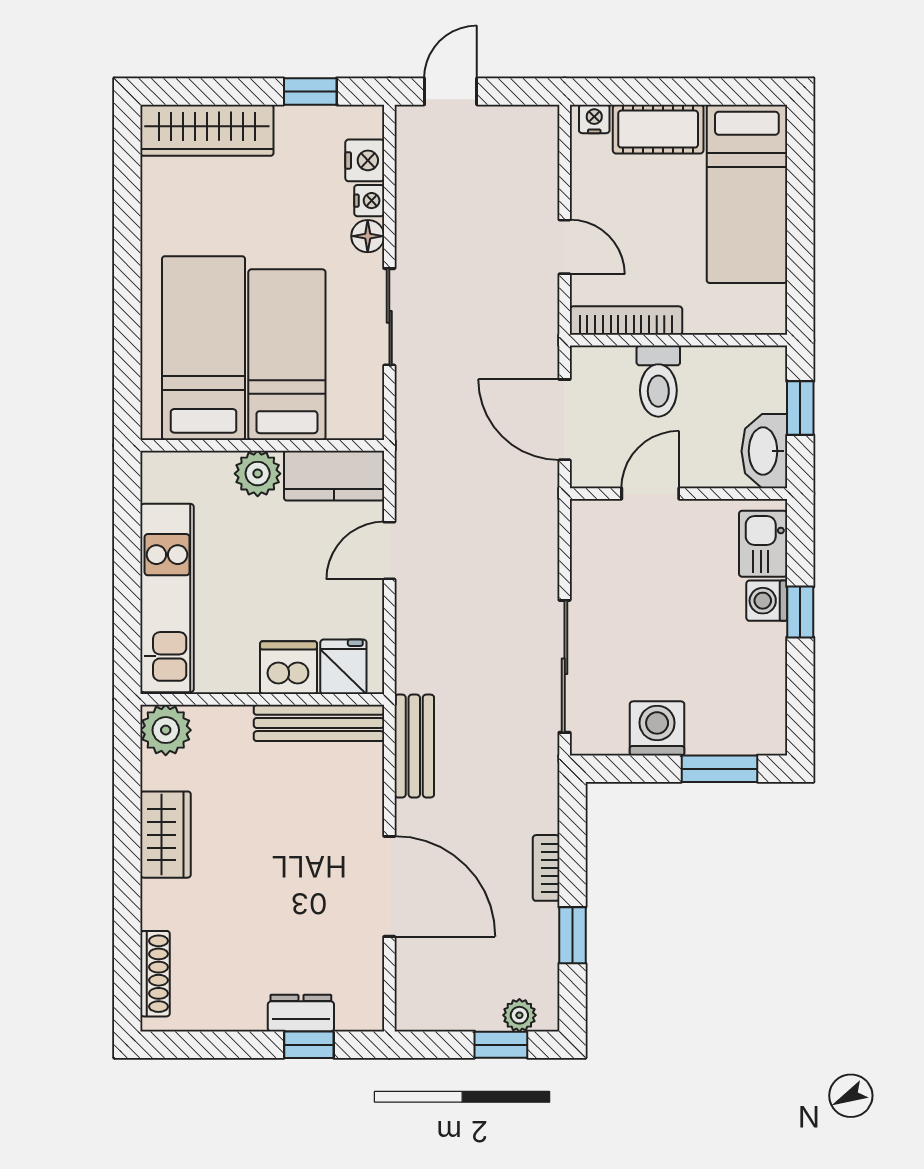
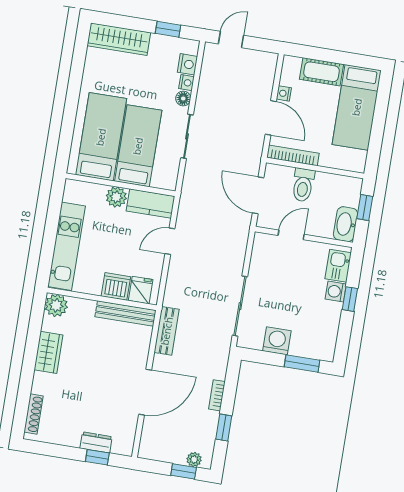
nightstand: (594, 119) -> (284, 93), moved, turned -90
door: (565, 247) -> (271, 118), width x1.38
door: (389, 886) -> (145, 392), hinge flipped

